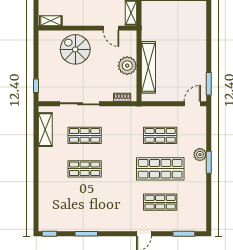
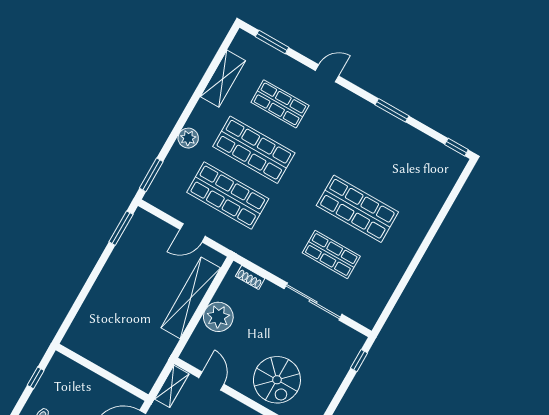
door: (192, 104) -> (193, 233), moved
shelving: (45, 130) -> (223, 79), moved
shop shelf: (160, 135) -> (228, 195), width x1.43, depth x1.36
window: (209, 162) -> (151, 175), moved
shop shelf: (85, 169) -> (357, 209), width x1.43, depth x1.36
window: (86, 234) -> (392, 110), moved

